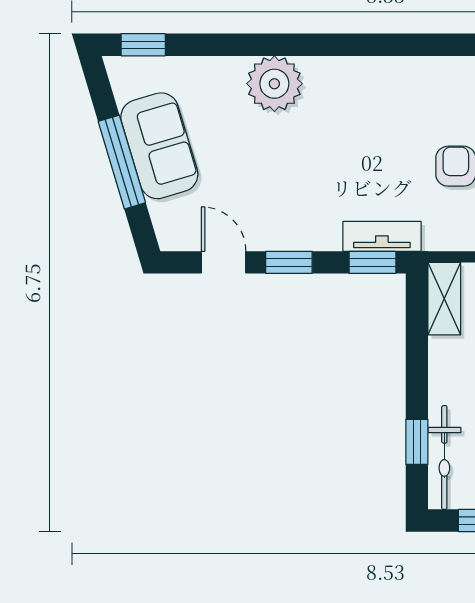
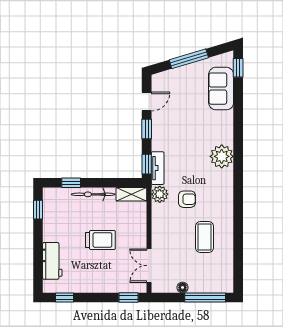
plant: (274, 84) -> (222, 156), moved
sofa: (159, 146) -> (221, 89), moved, turned 107
plant: (444, 231) -> (160, 194), added
bicycle: (444, 458) -> (93, 194), moved

